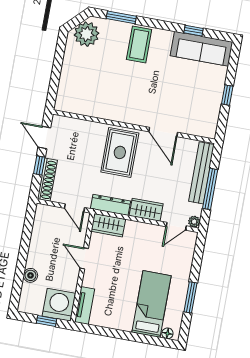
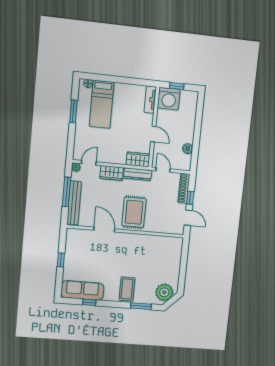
boiler: (30, 275) -> (188, 149), moved

